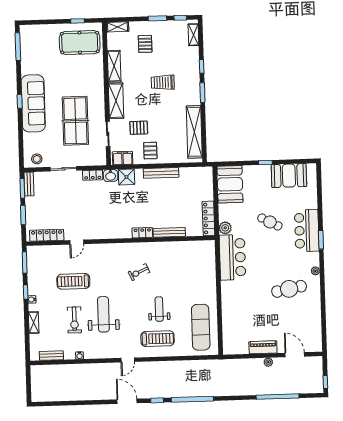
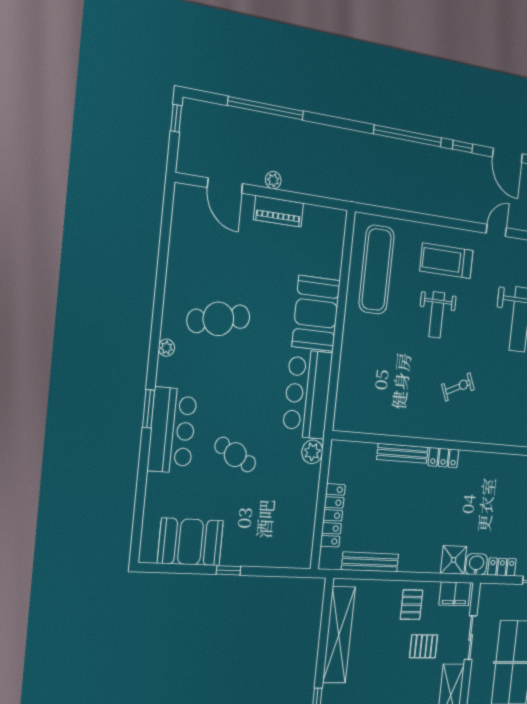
bench: (161, 173) -> (370, 562), moved
booth: (230, 184) -> (316, 313), moved
locker: (208, 218) -> (333, 515), moved

